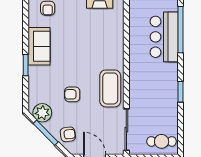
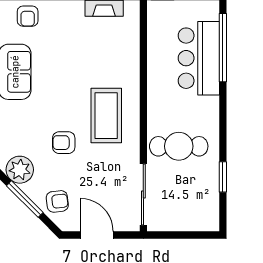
coffee table: (110, 88) -> (106, 116), moved
window: (181, 92) -> (223, 177), moved
cafe table: (162, 141) -> (179, 146), moved, width x1.37, depth x1.35

